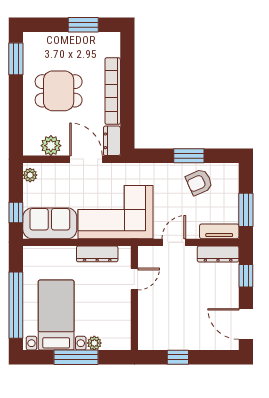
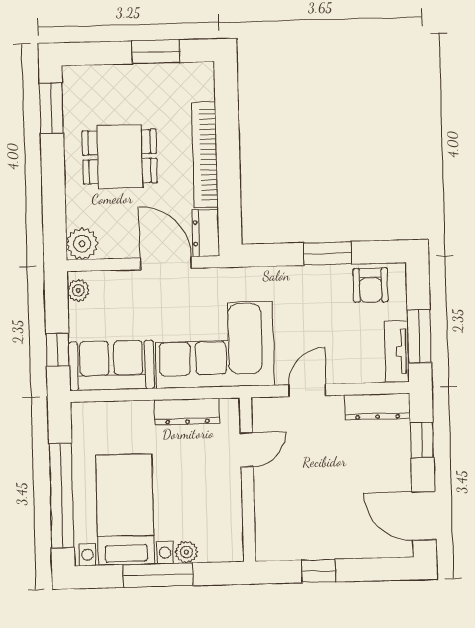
plant: (51, 146) -> (82, 244), moved
armchair: (199, 182) -> (370, 285), moved, turned -66
tv unit: (219, 231) -> (397, 352), moved, turned -90

